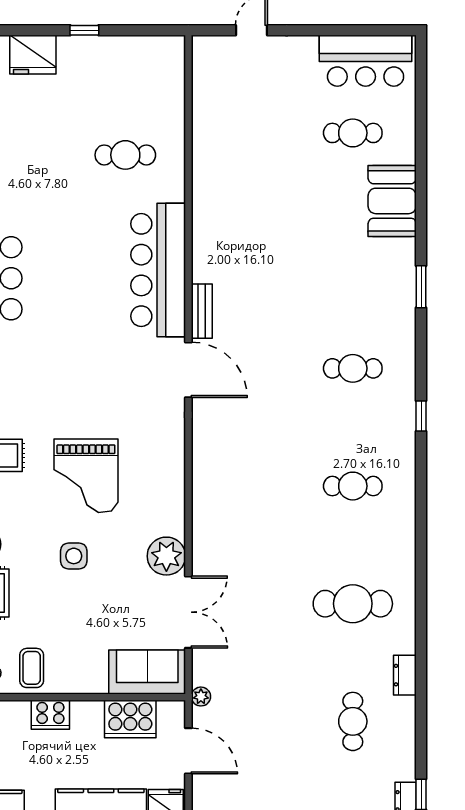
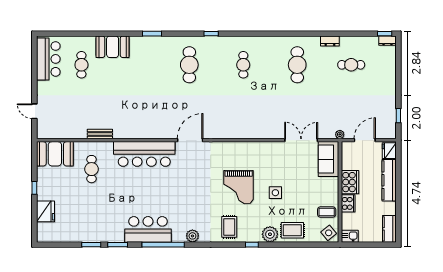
booth: (159, 75) -> (55, 154), added
bench: (202, 311) -> (100, 134), moved
cafe table: (353, 368) -> (189, 65), width x1.37, depth x1.35
grand piano: (86, 476) -> (239, 187), turned 90
plant: (166, 556) -> (275, 150), removed
cooker: (130, 719) -> (350, 182), moved

